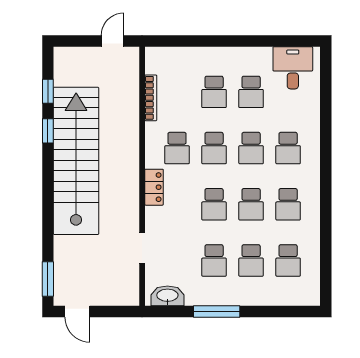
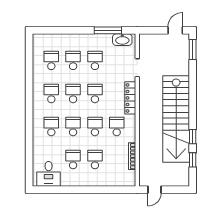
locker: (154, 187) -> (130, 98), width x1.53
door: (77, 311) -> (175, 30), hinge flipped
window: (217, 311) -> (108, 30), moved

